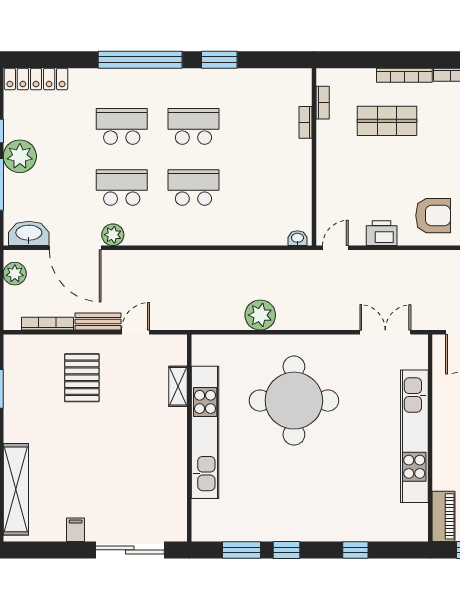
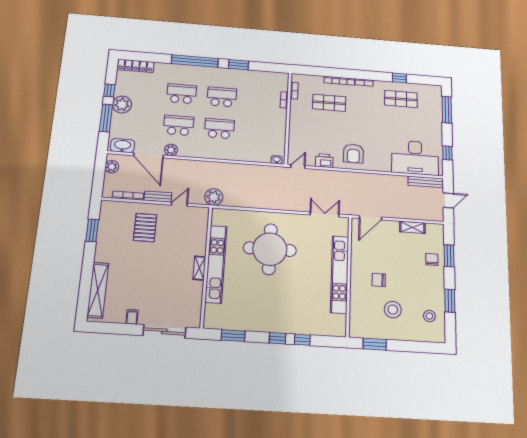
armchair: (433, 216) -> (353, 154), turned 90
plant: (260, 315) -> (214, 197), moved
shelving: (178, 386) -> (199, 268), moved
piano: (444, 516) -> (356, 323), removed
window: (286, 550) -> (278, 338), moved

